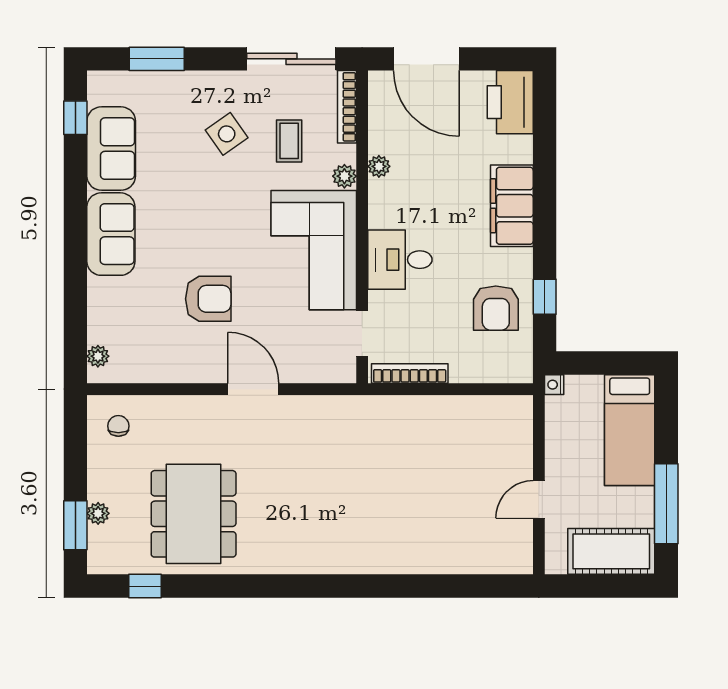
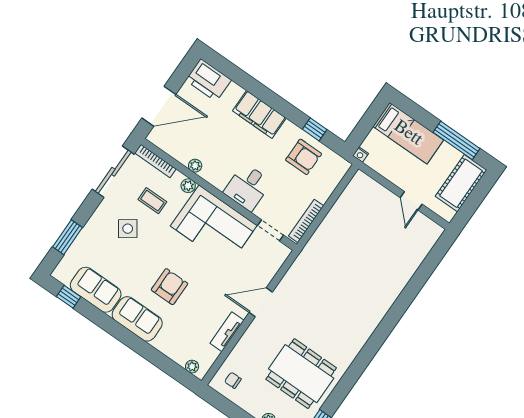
armchair: (208, 299) -> (169, 287), moved
tv unit: (180, 371) -> (227, 332), added

